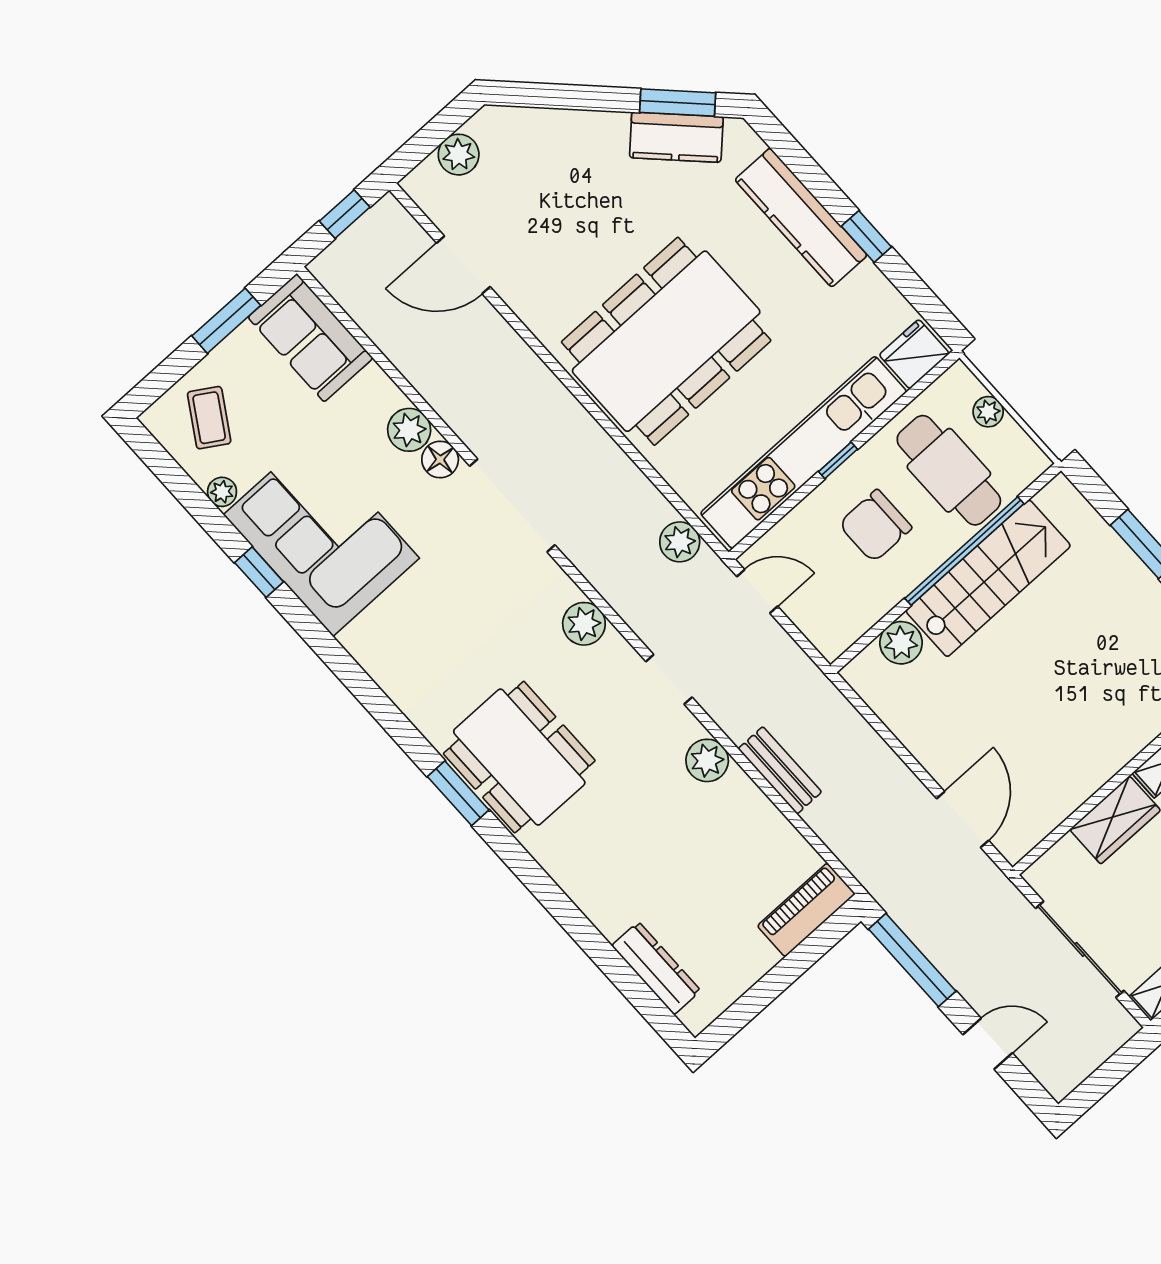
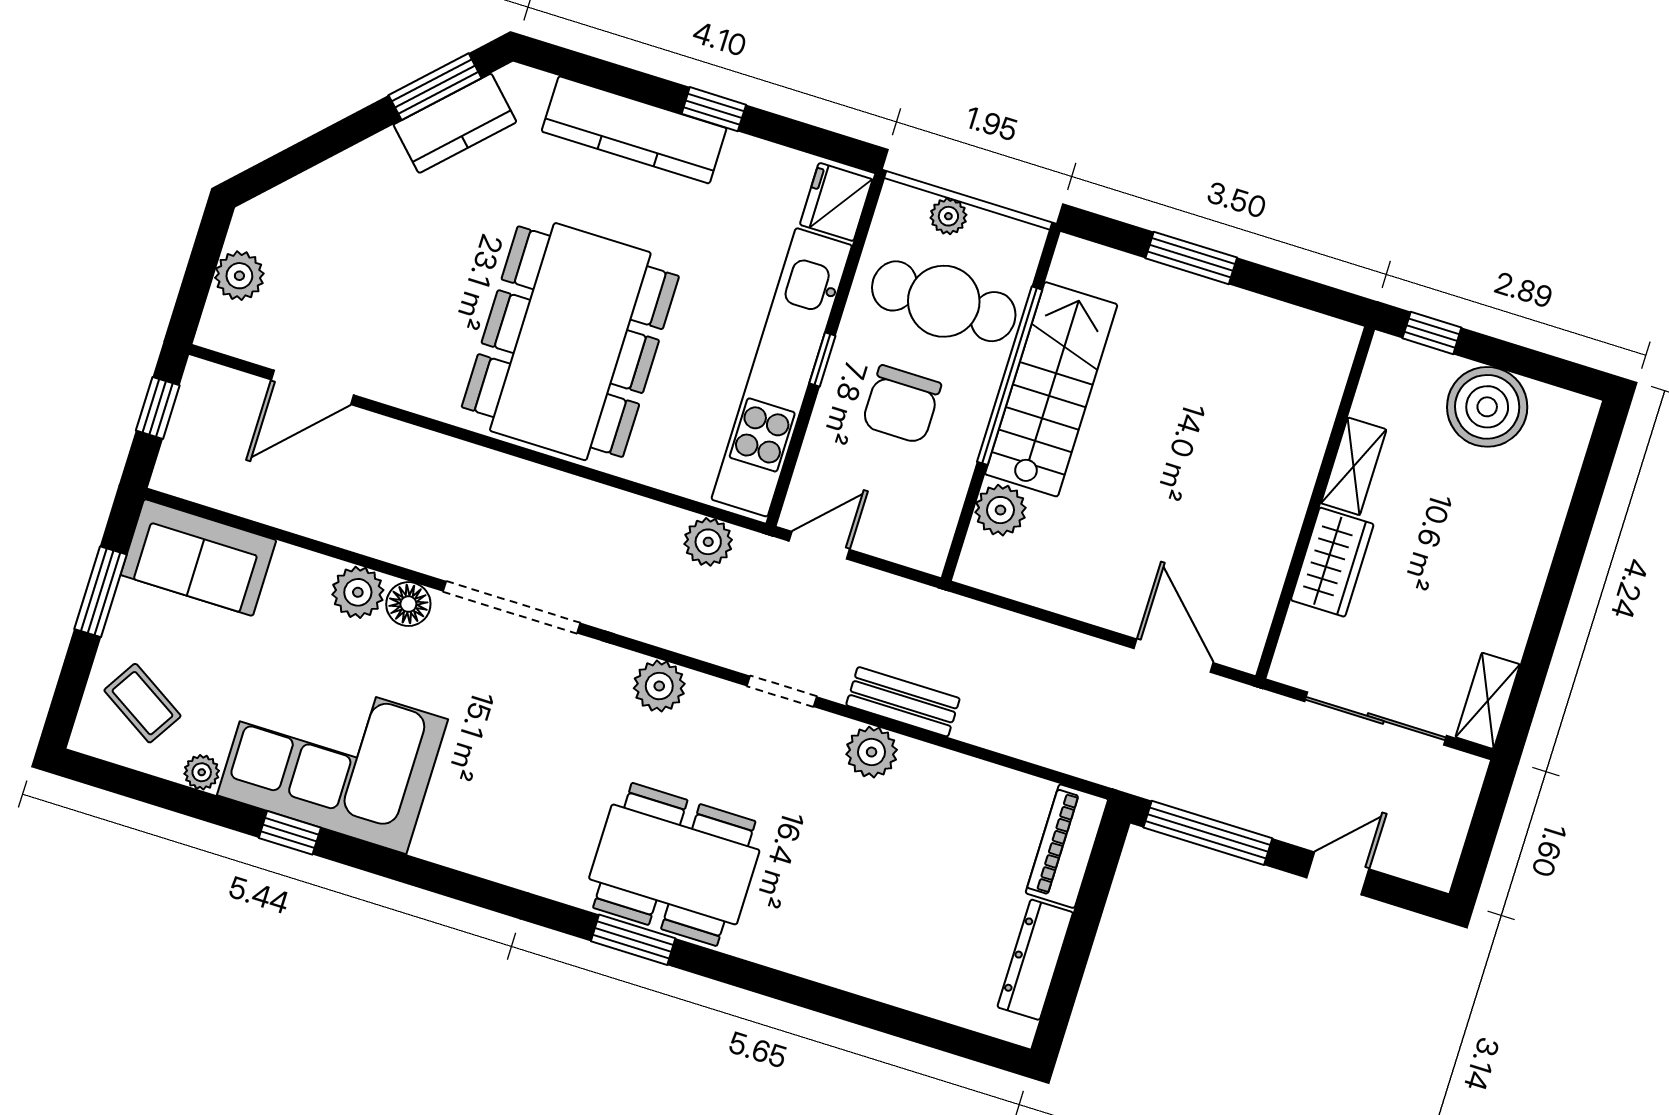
bench: (780, 770) -> (903, 702), moved
dresser: (656, 968) -> (1035, 960), moved, turned -90

